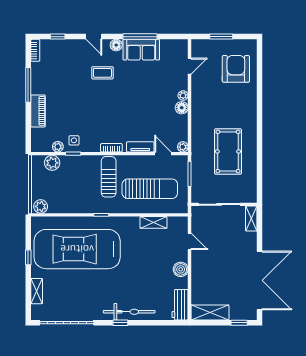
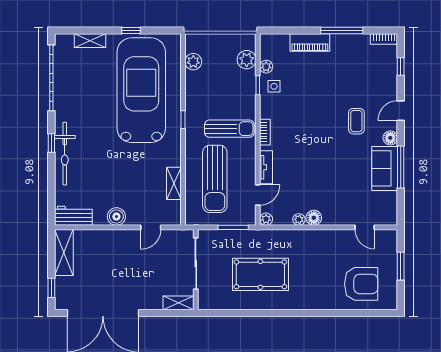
plant: (183, 96) -> (299, 219), moved
plant: (41, 206) -> (193, 62), moved

